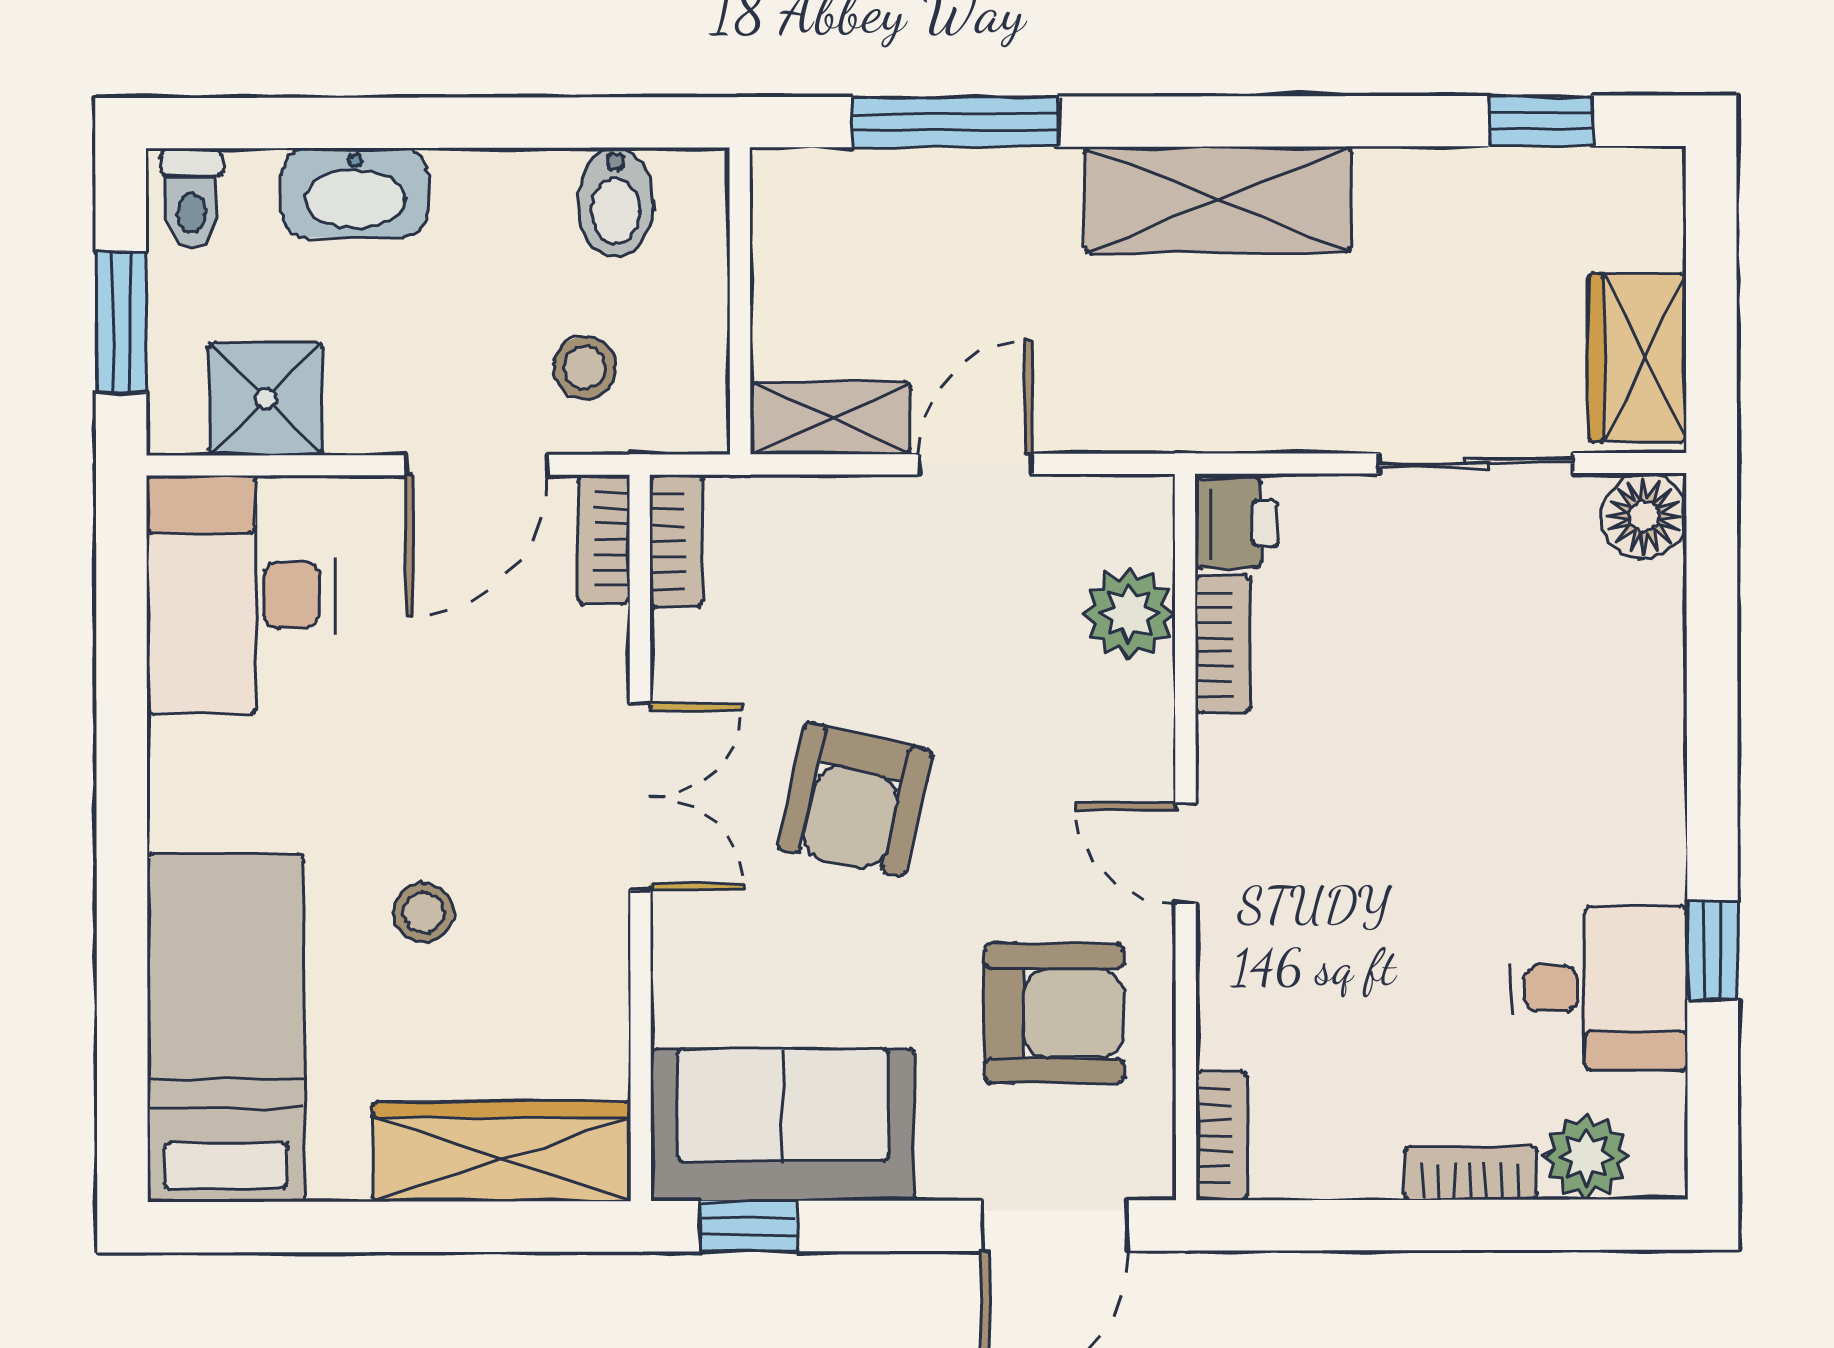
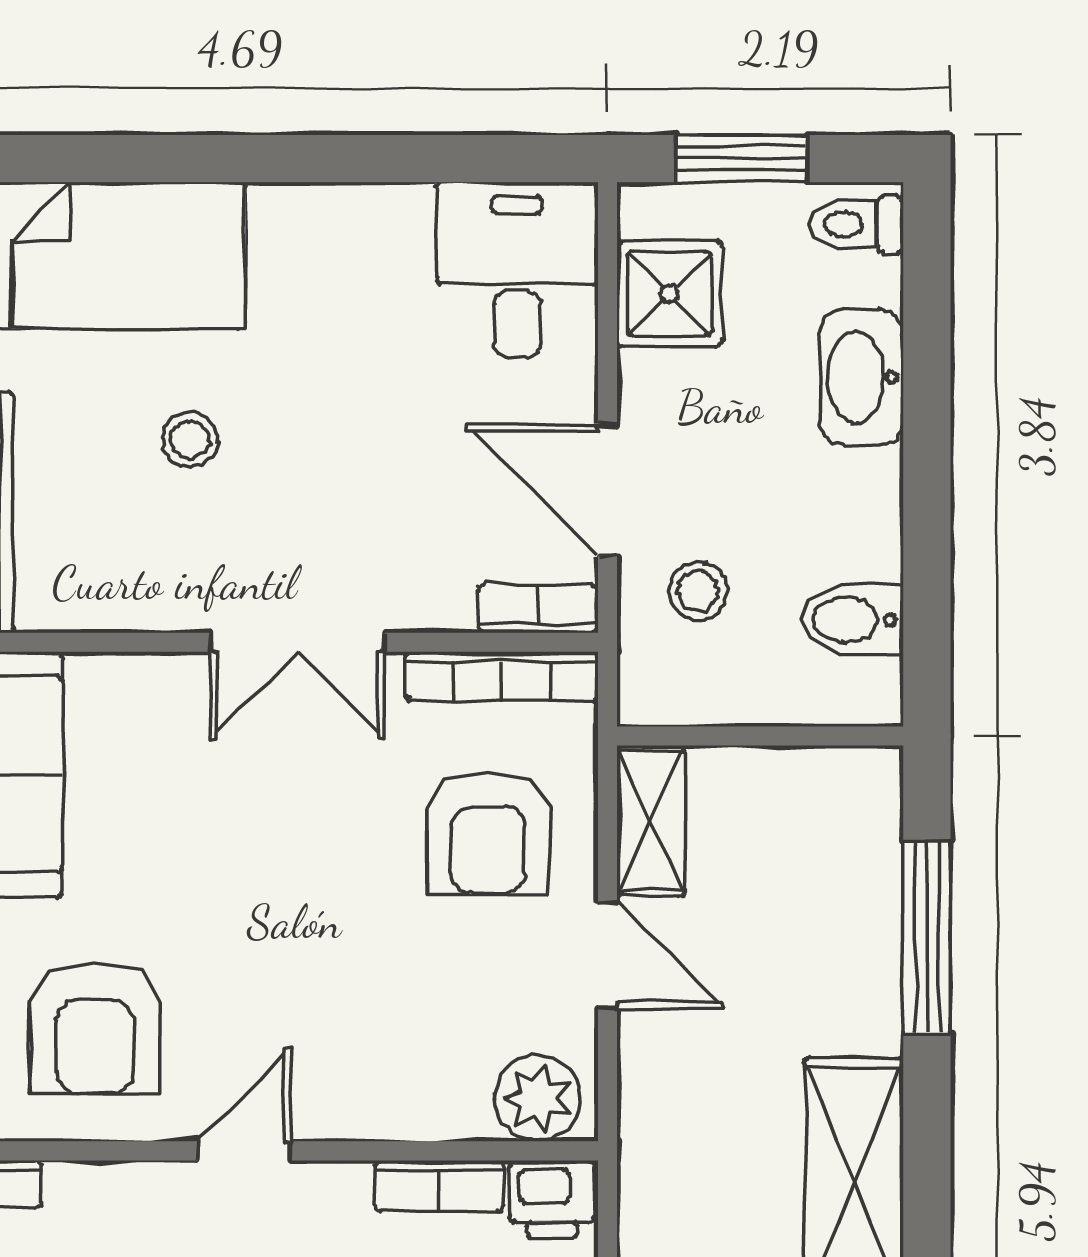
bookcase: (676, 541) -> (502, 676), width x1.56
desk: (241, 595) -> (517, 270), width x0.73
plant: (1129, 614) -> (538, 1098), moved
armchair: (855, 800) -> (488, 833), moved, turned -103

